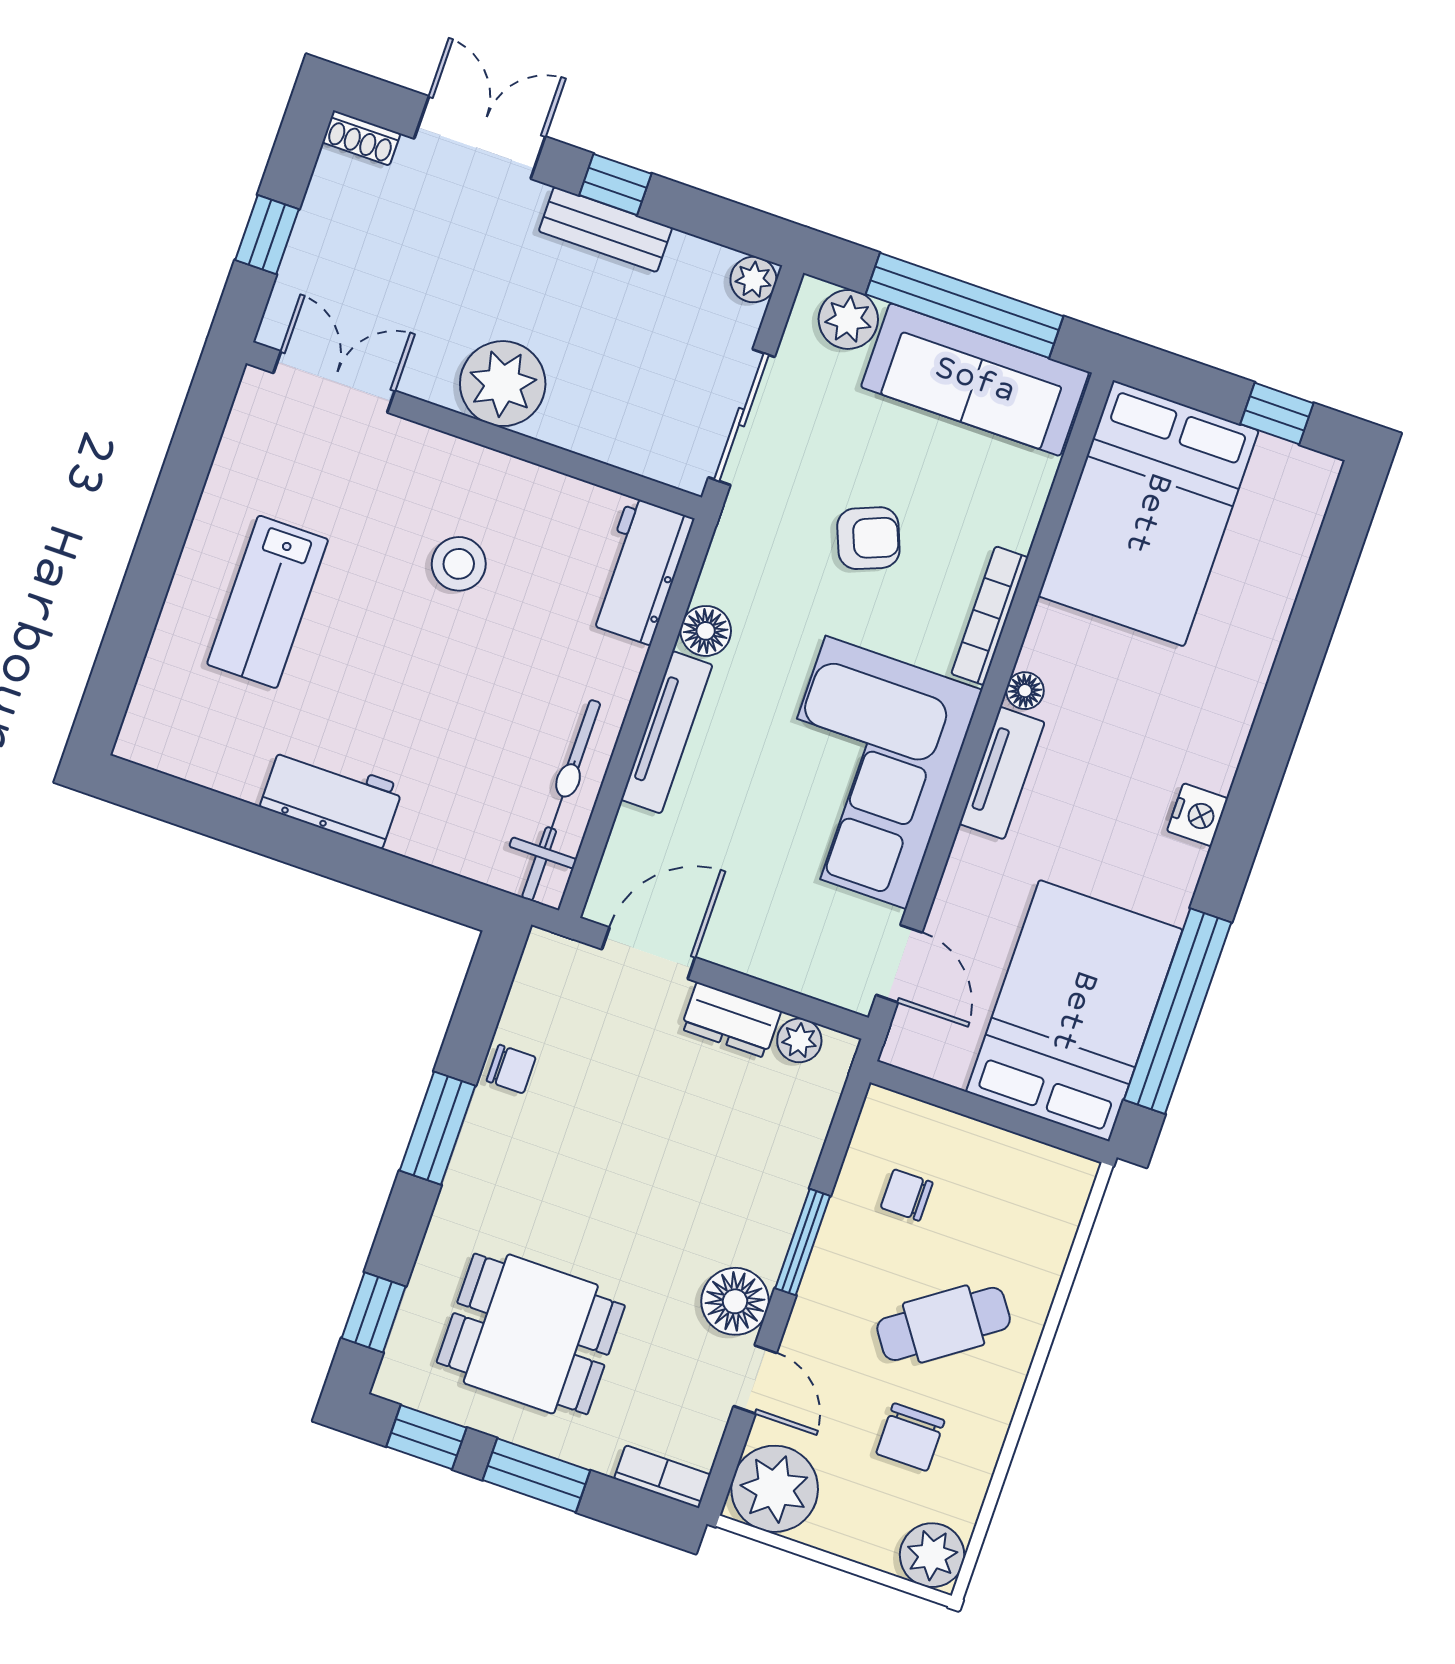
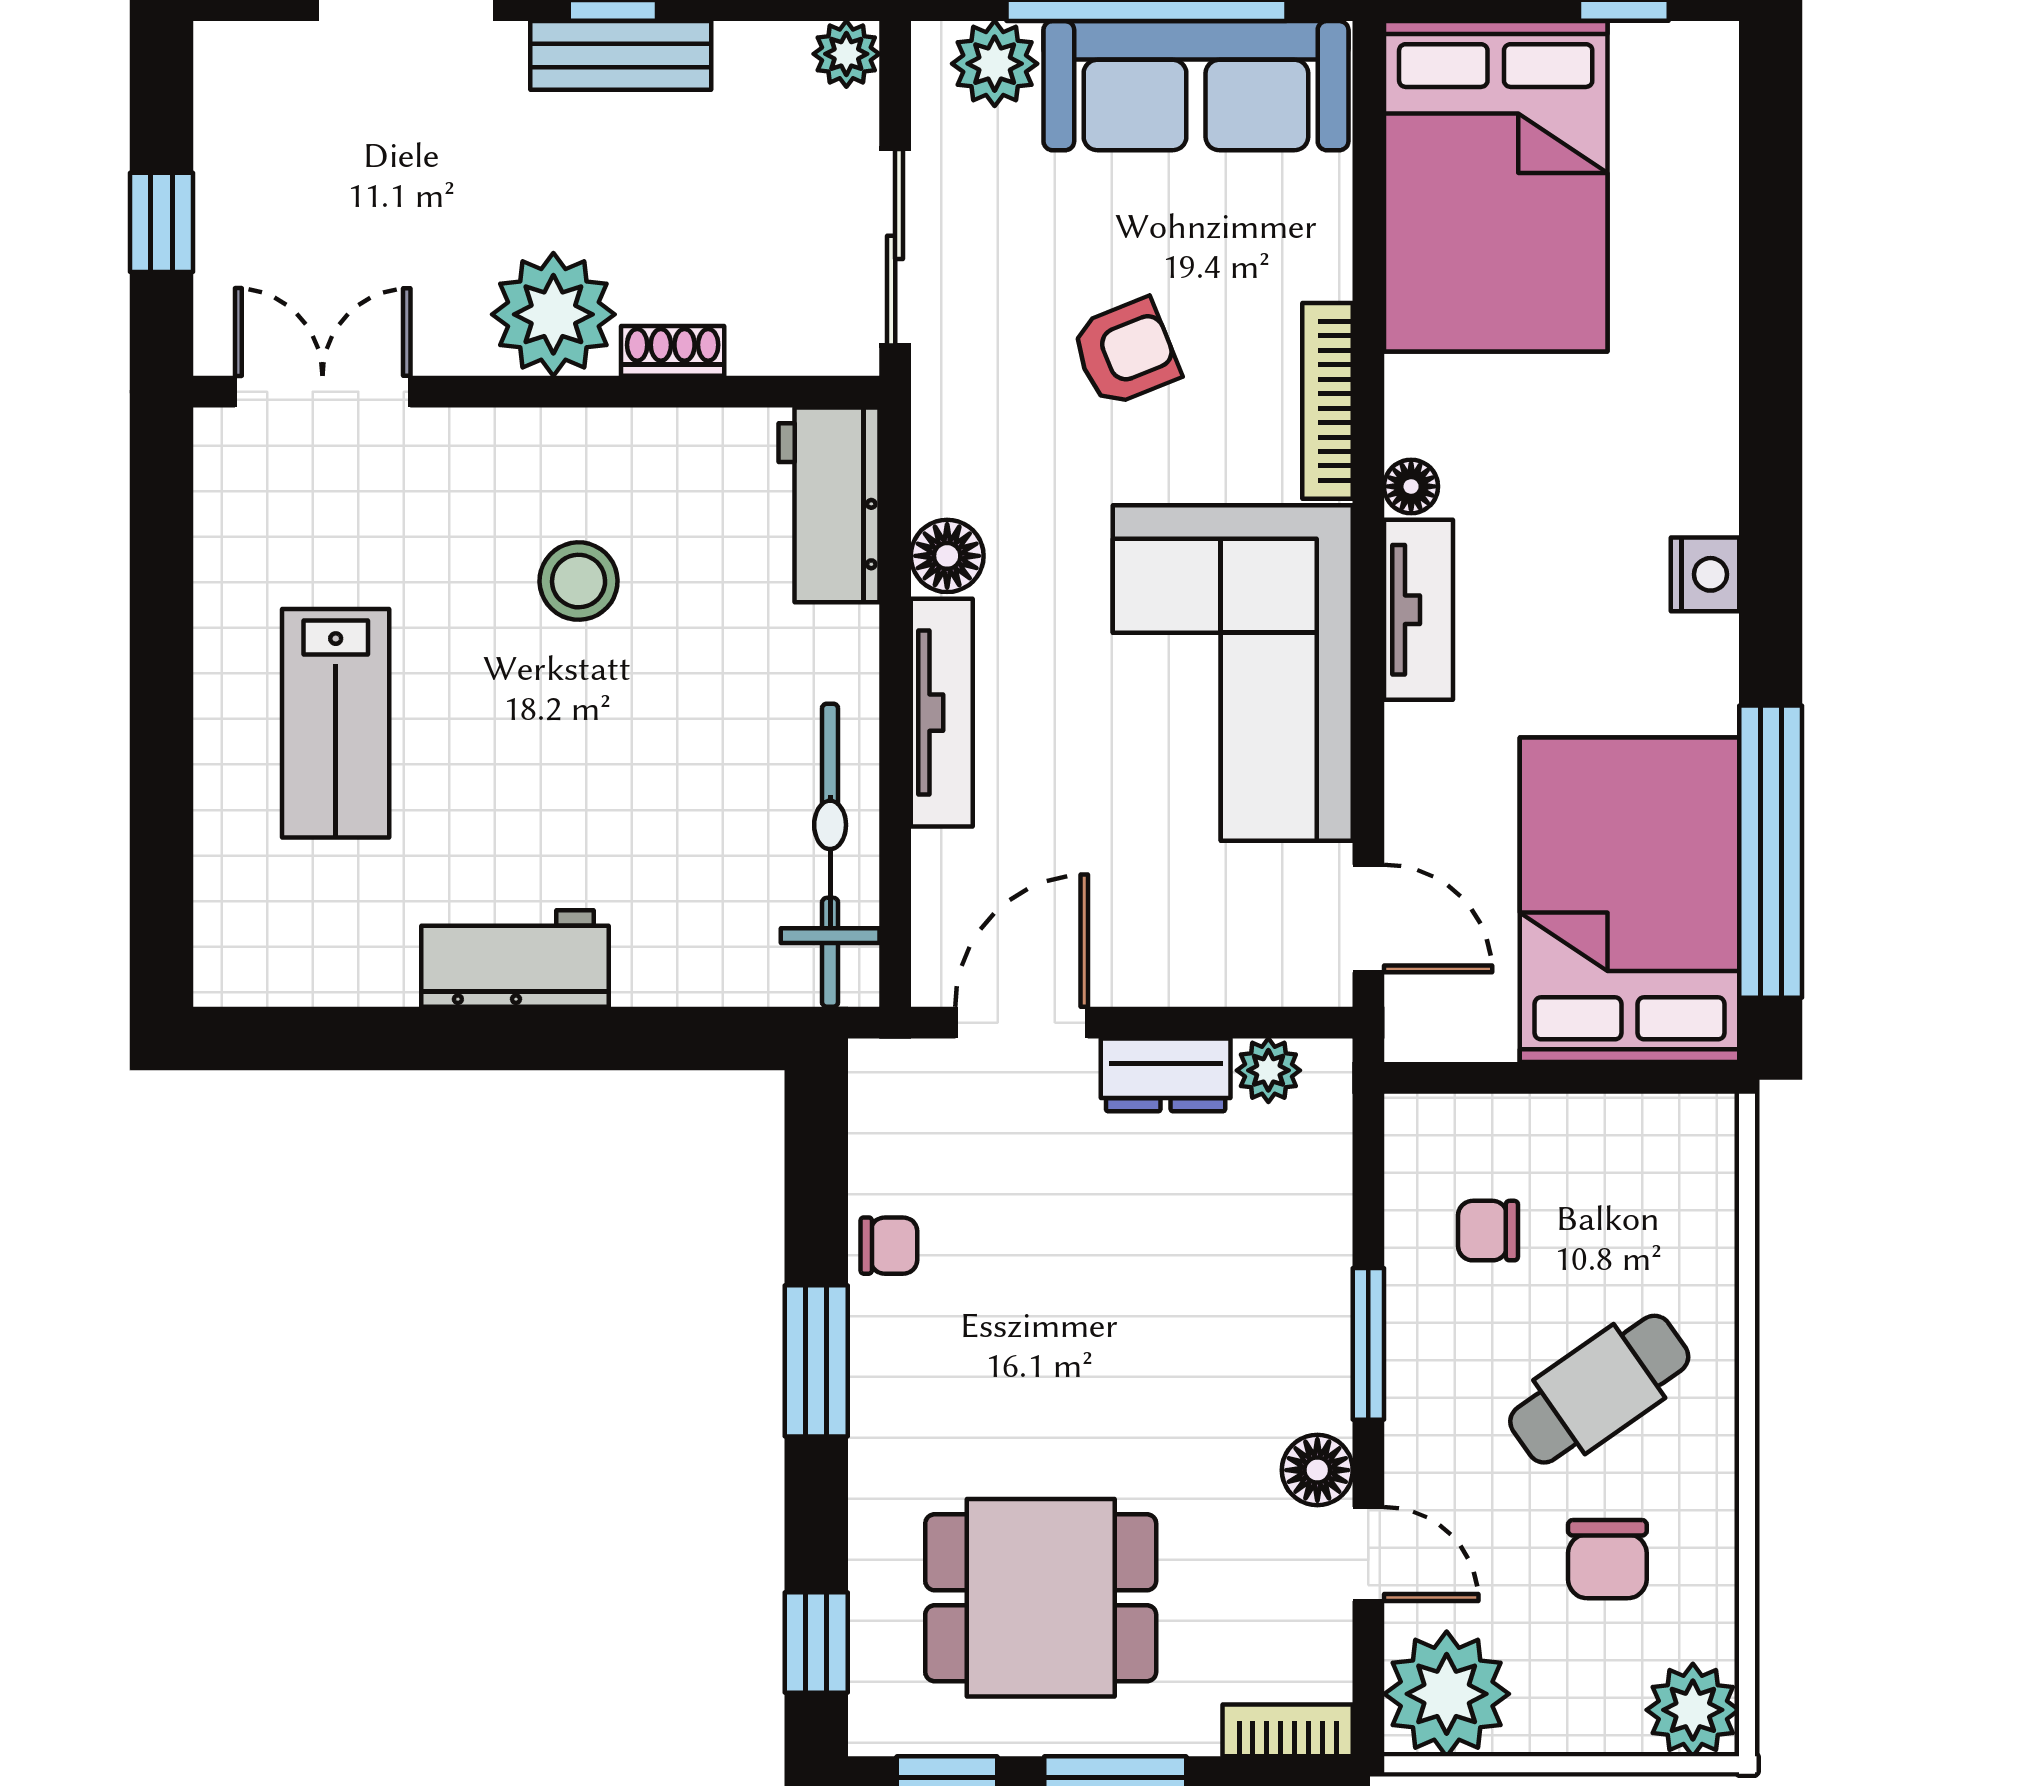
shoe rack: (361, 138) -> (673, 351), moved, turned 180
floor lamp: (735, 1301) -> (1317, 1470), width x0.73, depth x0.73

